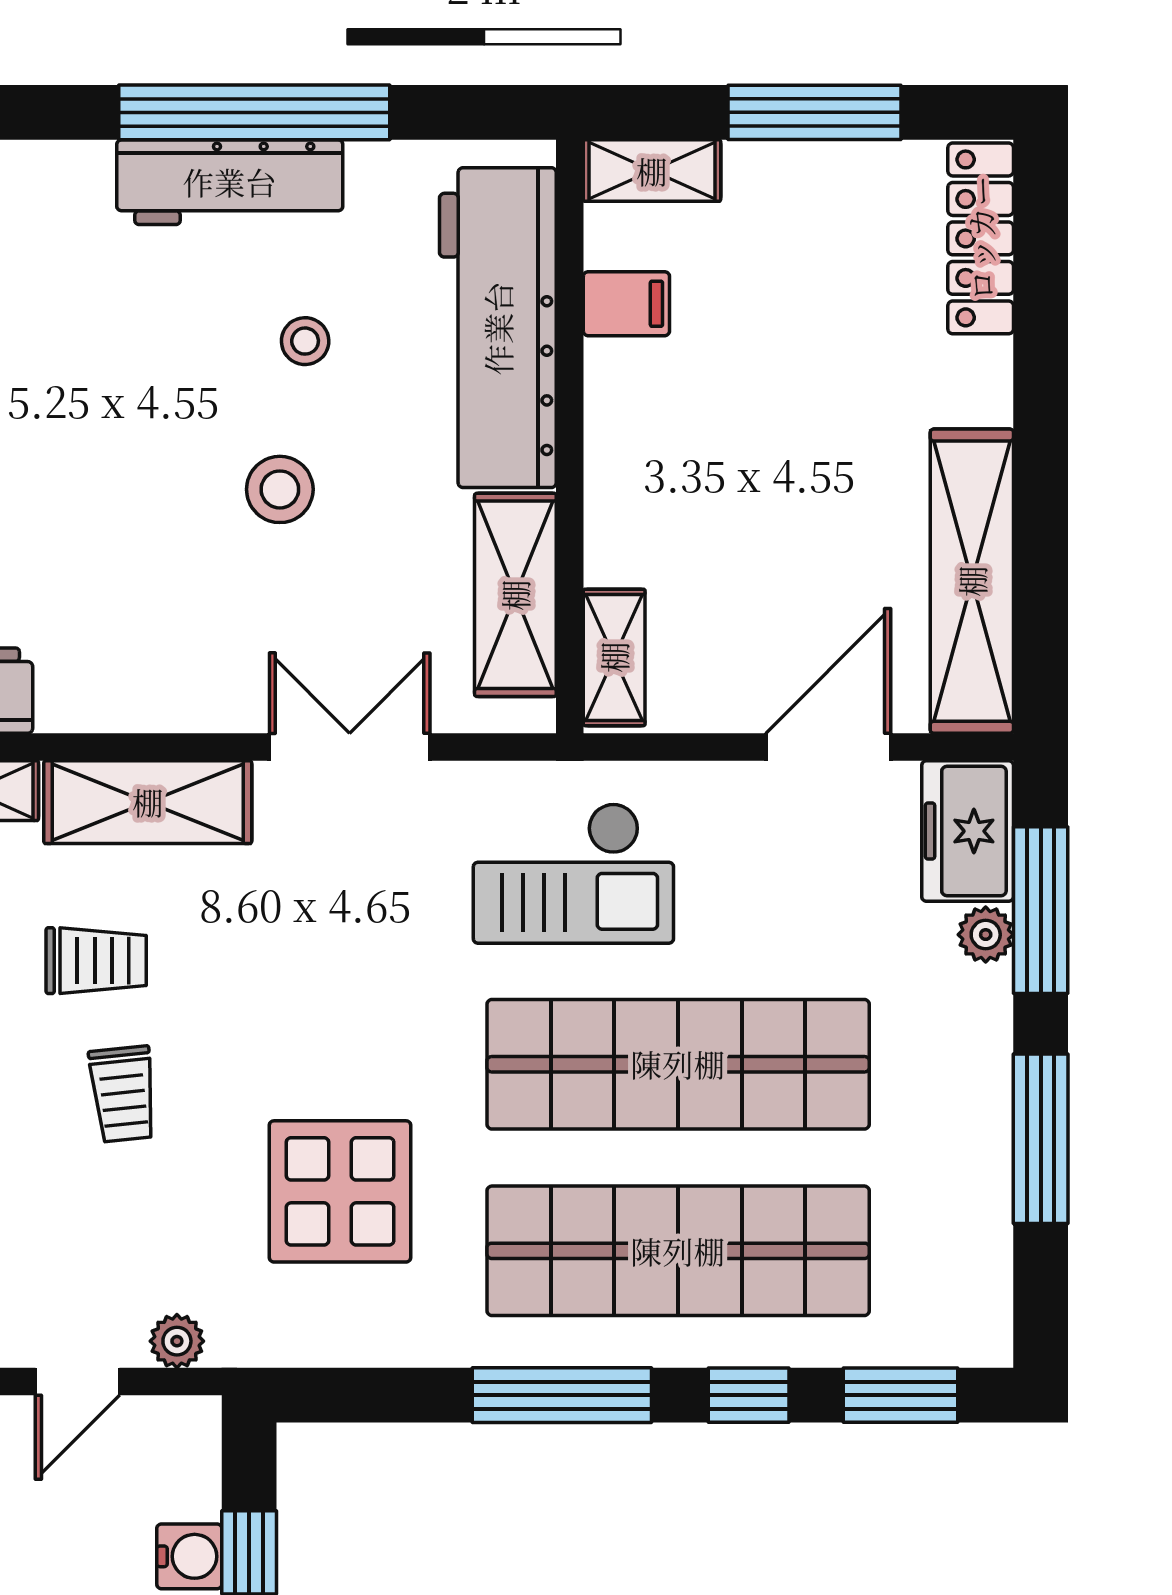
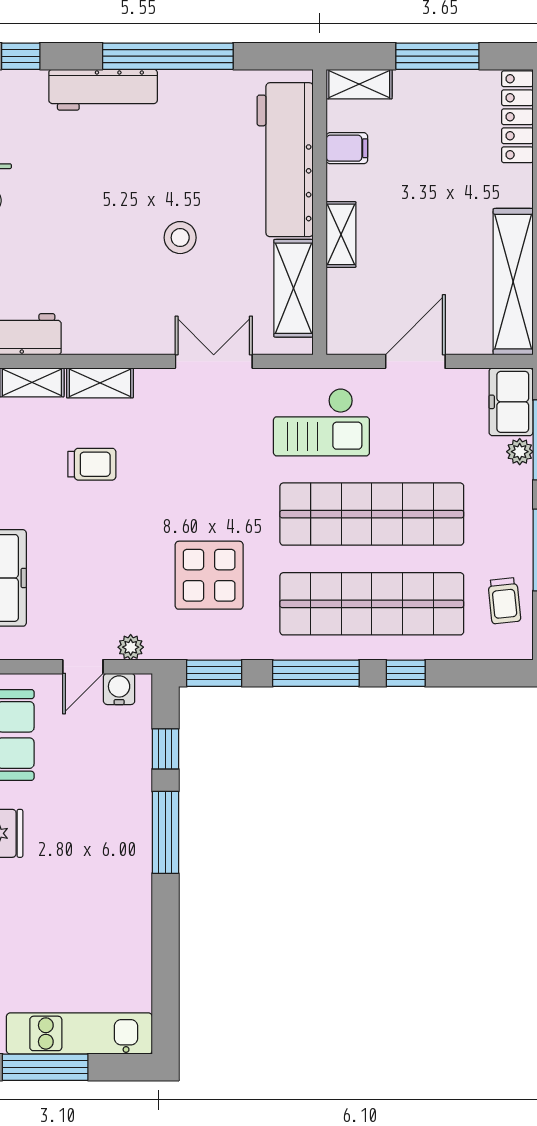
workbench: (230, 182) -> (103, 90), moved
stool: (305, 341) -> (192, 166), removed
shelving: (614, 657) -> (341, 234), moved
door: (828, 747) -> (415, 361), moved
shelving: (148, 802) -> (100, 383), width x0.67, depth x0.75
trolley: (123, 1094) -> (504, 601), moved
window: (900, 1395) -> (214, 673), moved
water cooler: (189, 1556) -> (119, 689), moved, turned -90

